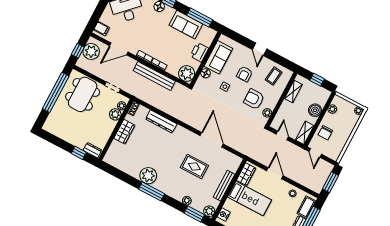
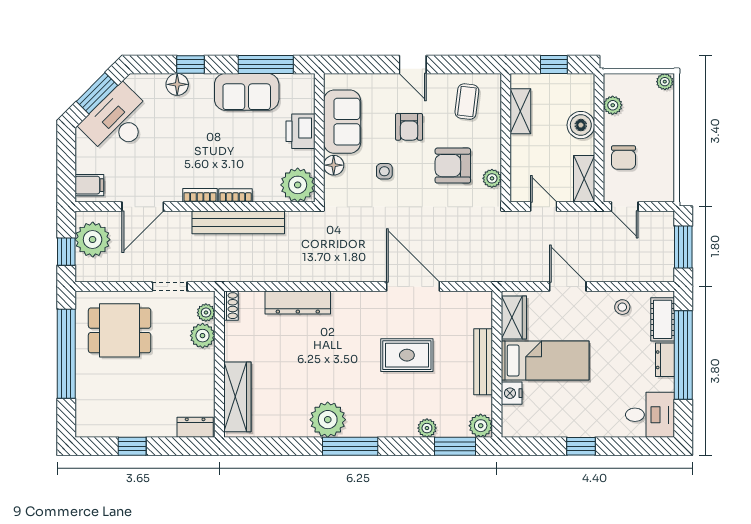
dining table: (83, 94) -> (120, 330), width x0.73
wardrobe: (124, 132) -> (237, 397), moved, width x1.50
window: (79, 153) -> (132, 446), moved
nightstand: (224, 214) -> (512, 393), moved

